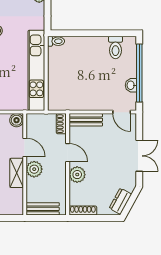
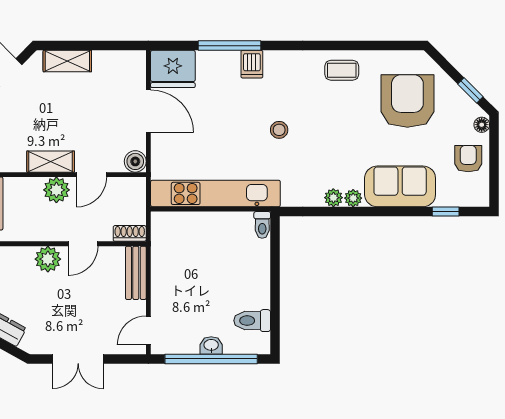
washbasin: (131, 85) -> (211, 345), moved

